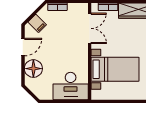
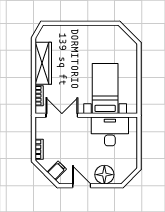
desk: (71, 86) -> (110, 131), moved, turned -90

